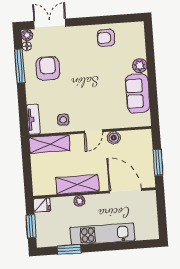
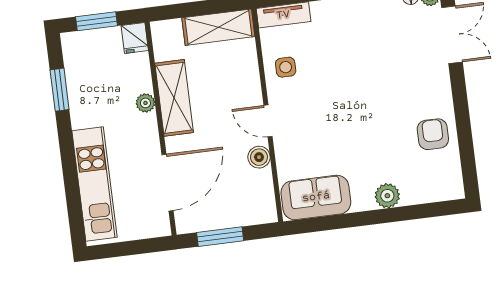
armchair: (48, 68) -> (374, 35), removed
sofa: (138, 93) -> (316, 197), moved
shelving: (49, 144) -> (218, 27), moved, turned 90
kitchen unit: (102, 234) -> (94, 184), moved

